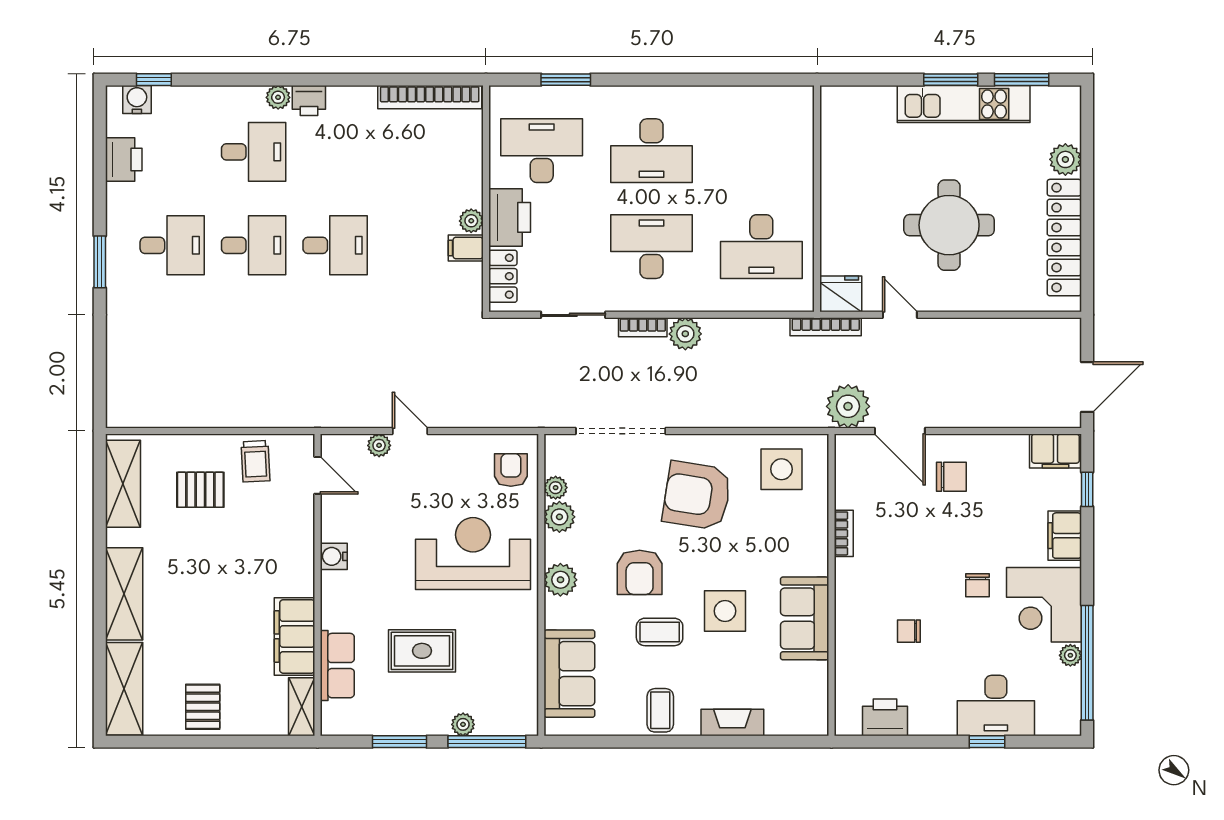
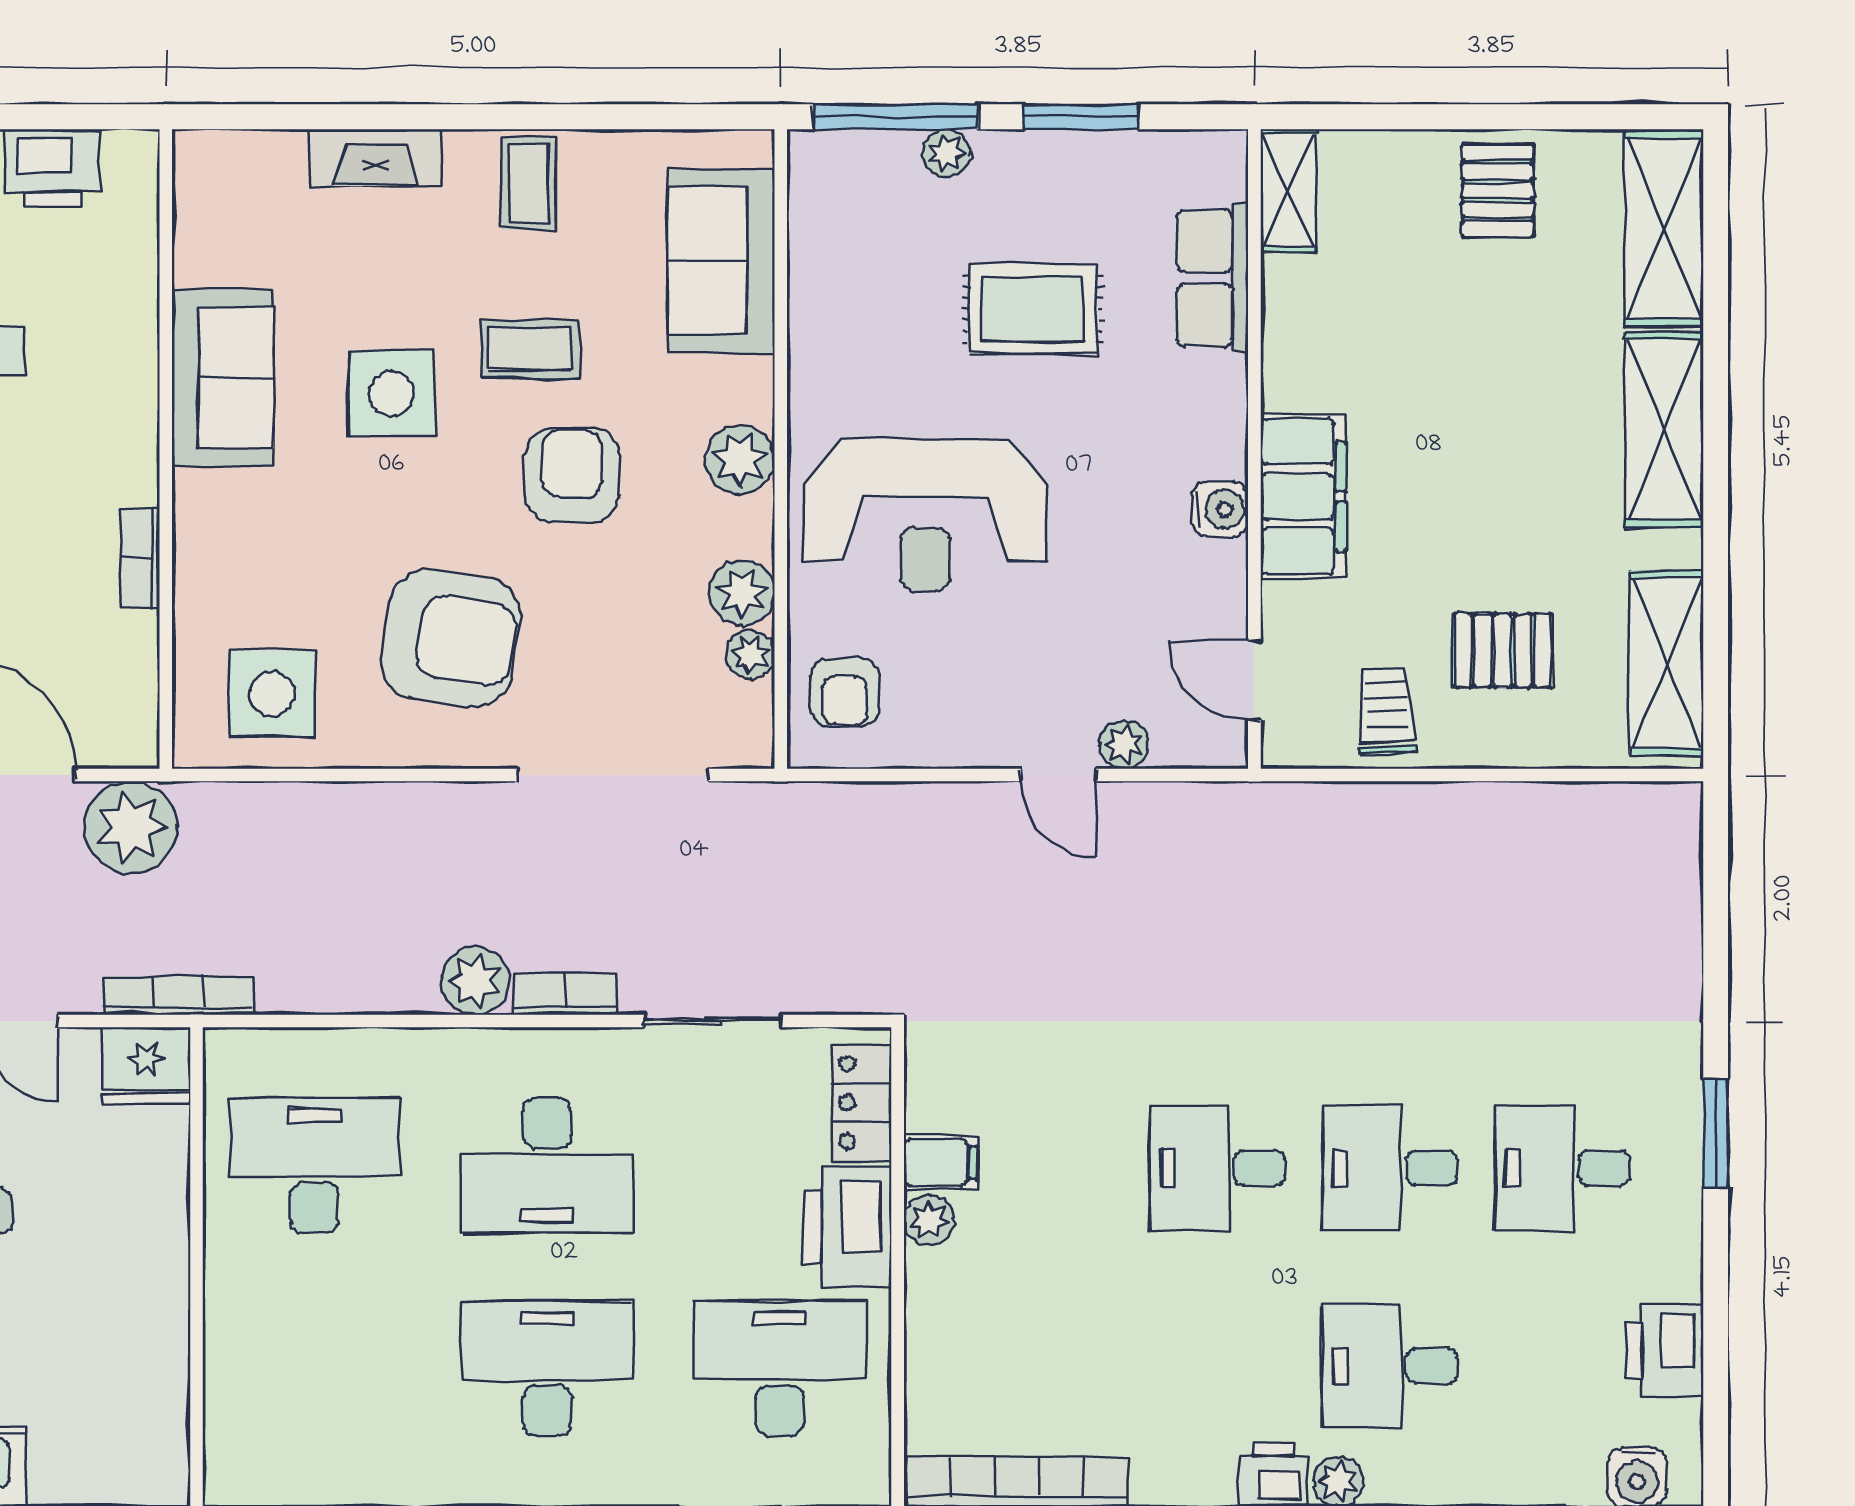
desk: (542, 151) -> (780, 1369), turned 180
filing cabinet: (294, 636) -> (1303, 497), moved

